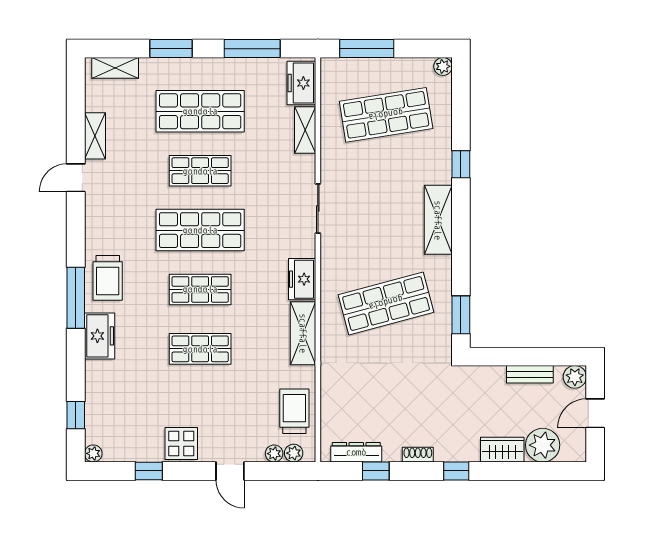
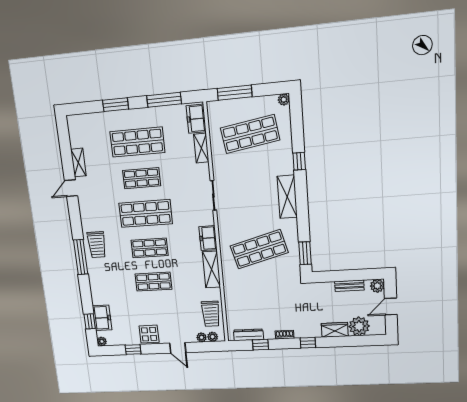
shelving: (115, 68) -> (84, 120), removed
freezer: (100, 336) -> (102, 318), moved
trolley: (294, 411) -> (211, 314), turned 180

